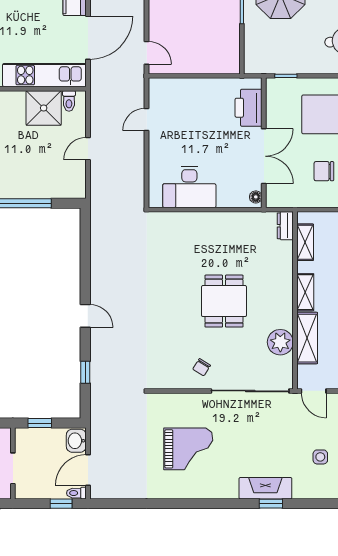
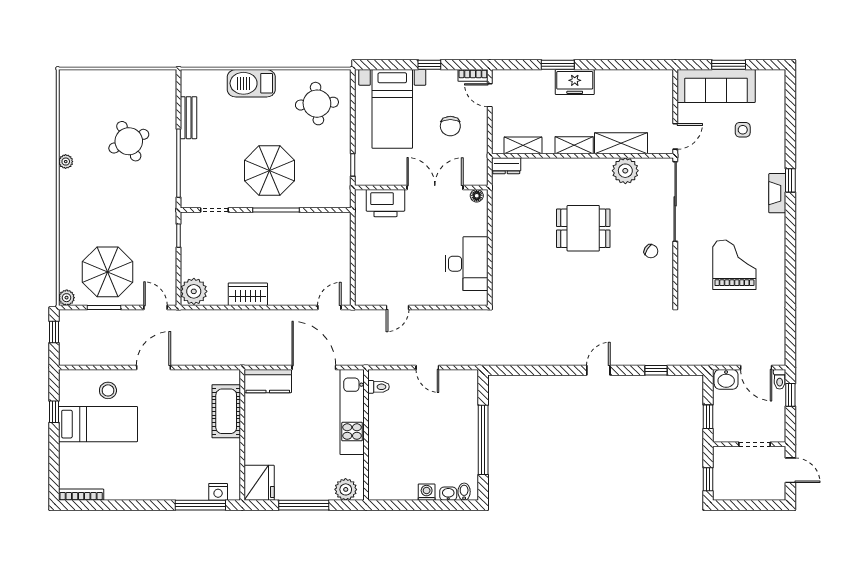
shower: (44, 108) -> (386, 413), removed
door: (147, 119) -> (397, 307), hinge flipped
fireplace: (265, 488) -> (777, 193), width x0.73, depth x0.76

